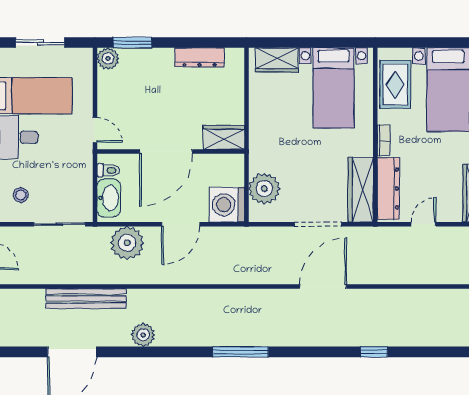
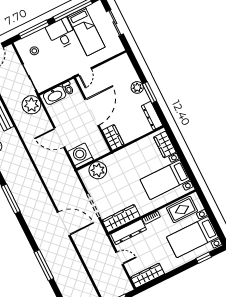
window: (133, 42) -> (150, 92), moved
dresser: (200, 57) -> (152, 116), moved
plant: (108, 58) -> (137, 87), moved
door: (166, 152) -> (92, 112), swing flipped
plant: (127, 243) -> (31, 105), moved
window: (374, 352) -> (44, 265), width x2.17

